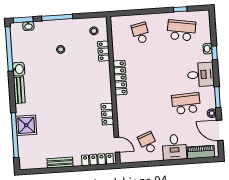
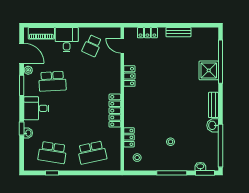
school desk: (141, 33) -> (92, 153), width x1.85
school desk: (148, 143) -> (92, 46), turned 45
locker: (97, 160) -> (147, 33), width x0.66

